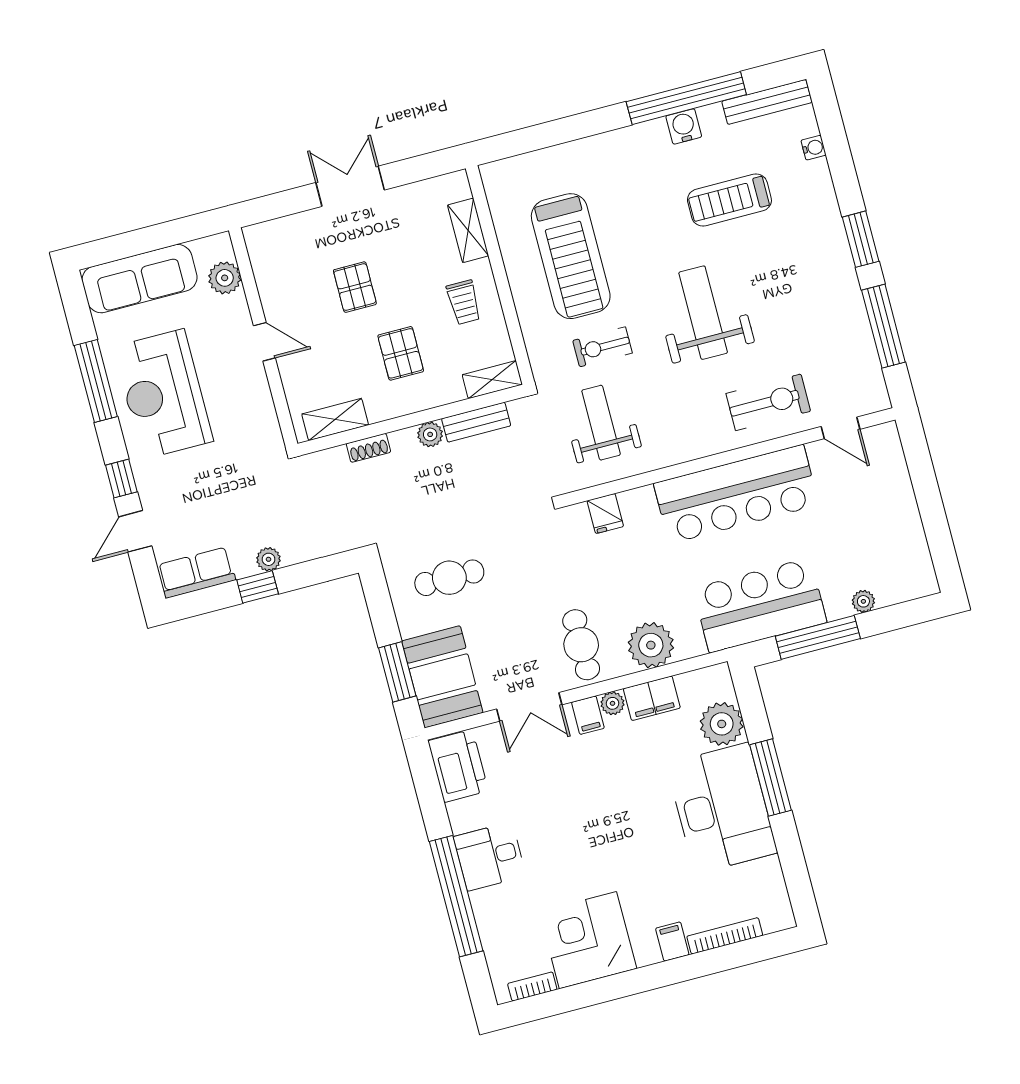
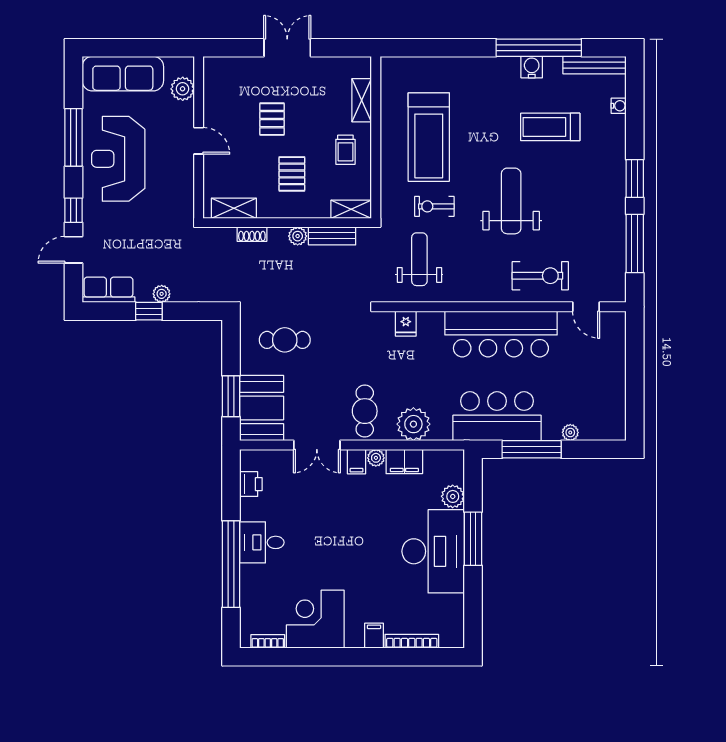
plant: (722, 724) -> (453, 496), width x0.73, depth x0.73
printer: (458, 766) -> (251, 484), width x0.53, depth x0.68

